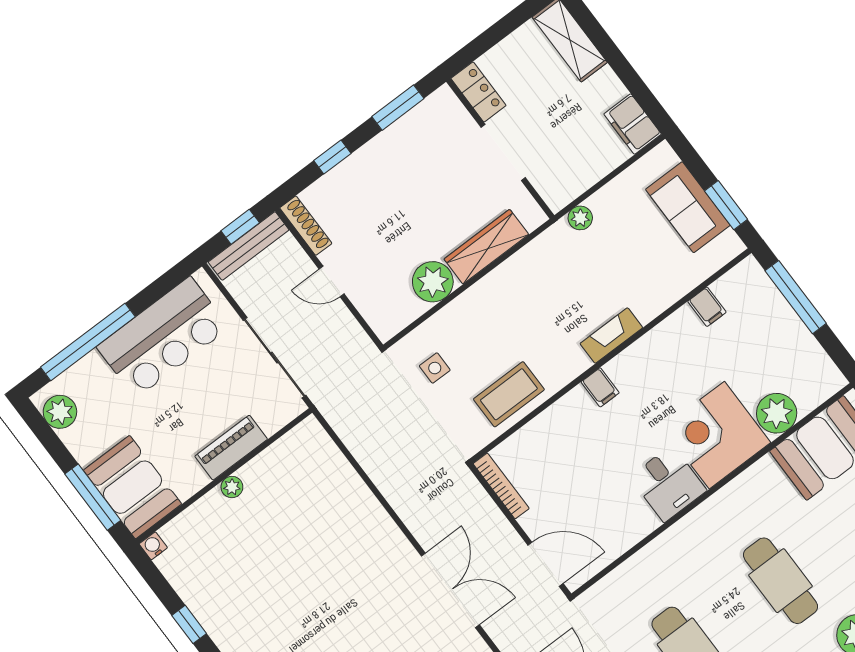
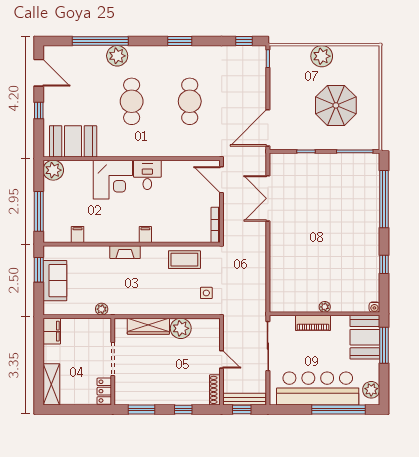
bar counter: (163, 337) -> (318, 388), width x1.36
plant: (777, 413) -> (53, 170), moved

